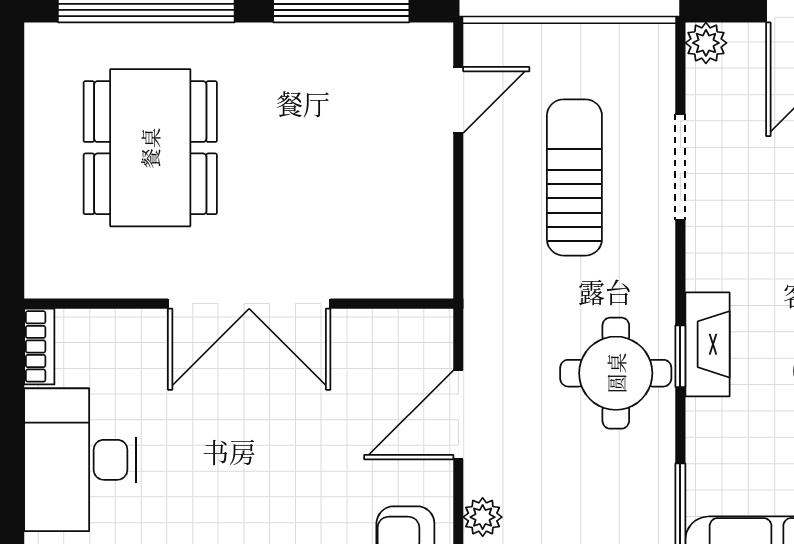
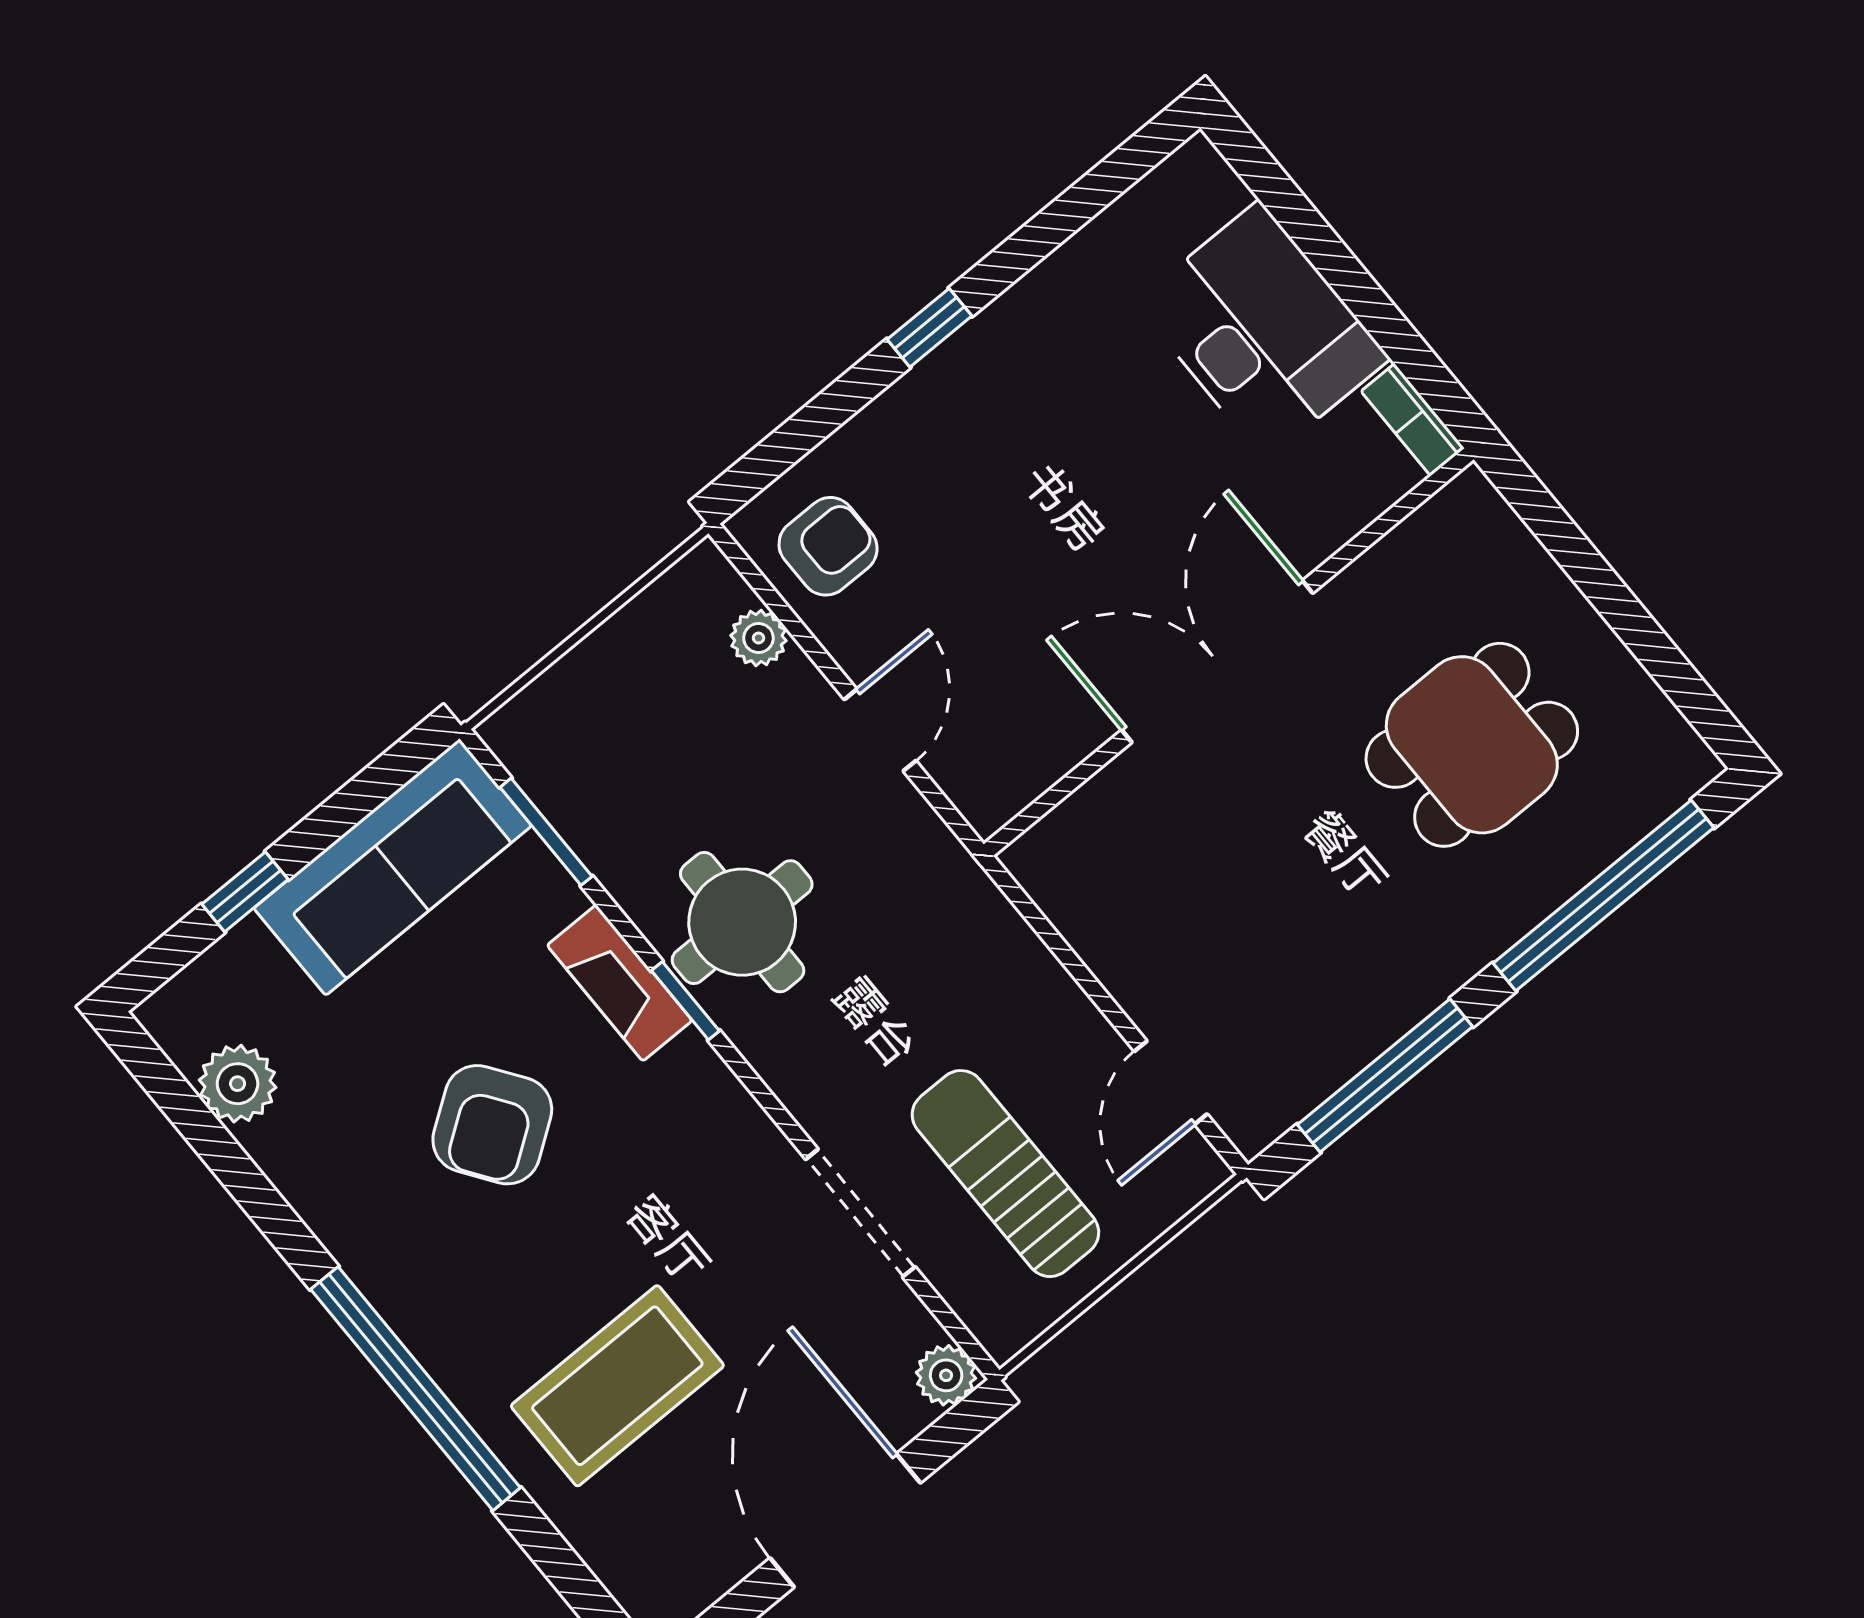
dining table: (150, 148) -> (1472, 745), width x0.73
sun lounger: (574, 177) -> (1005, 1174), moved, turned 180
fireplace: (707, 344) -> (620, 983), moved
door: (458, 415) -> (880, 730), width x0.73

